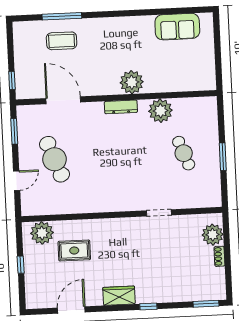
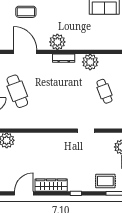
plant: (132, 82) -> (57, 42), moved
rug: (74, 251) -> (105, 181), moved
wardrobe: (119, 296) -> (51, 185), width x1.50

